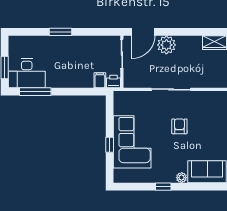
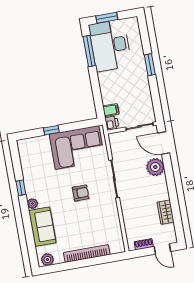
desk: (27, 73) -> (110, 45), width x1.36, depth x1.30
corner sofa: (132, 142) -> (77, 147), moved

